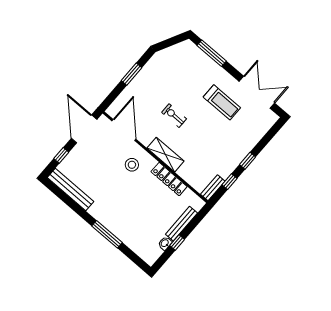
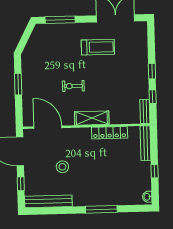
stool: (132, 165) -> (62, 167), moved
bench: (181, 224) -> (145, 143), moved
washbasin: (165, 243) -> (147, 197), moved

